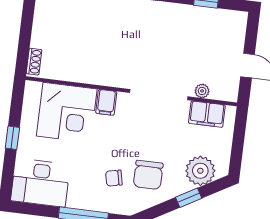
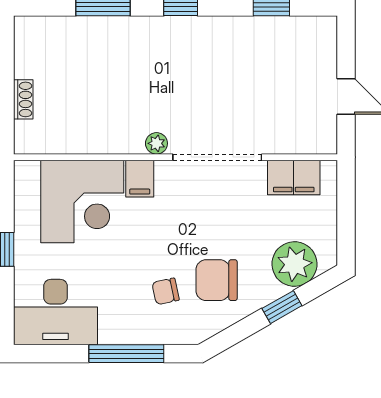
shoe rack: (34, 62) -> (23, 99), moved
plant: (202, 91) -> (156, 143), moved
chair: (148, 175) -> (217, 280), turned 90

